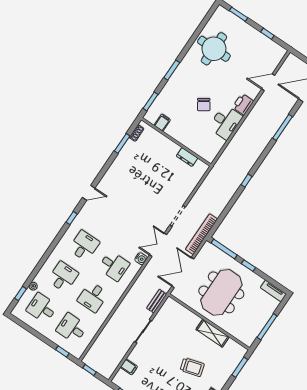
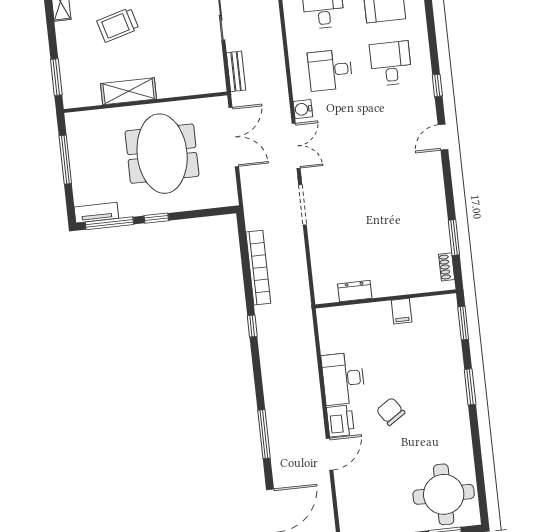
round table: (214, 49) -> (444, 494), moved
door: (268, 82) -> (330, 454), moved
chair: (204, 105) -> (391, 411), moved
filing cabinet: (162, 123) -> (402, 311), moved
bookcase: (201, 234) -> (258, 268), moved
desk: (84, 246) -> (391, 63), turned 180
window: (224, 249) -> (109, 223), moved

